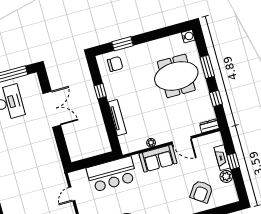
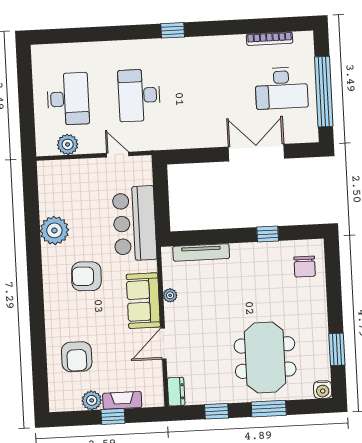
window: (123, 44) -> (337, 349), moved
double door: (52, 109) -> (256, 153), swing flipped
tv unit: (117, 118) -> (201, 252), moved
desk: (33, 189) -> (139, 95), added
armchair: (201, 192) -> (77, 357), turned -125
armchair: (151, 197) -> (86, 276), added

